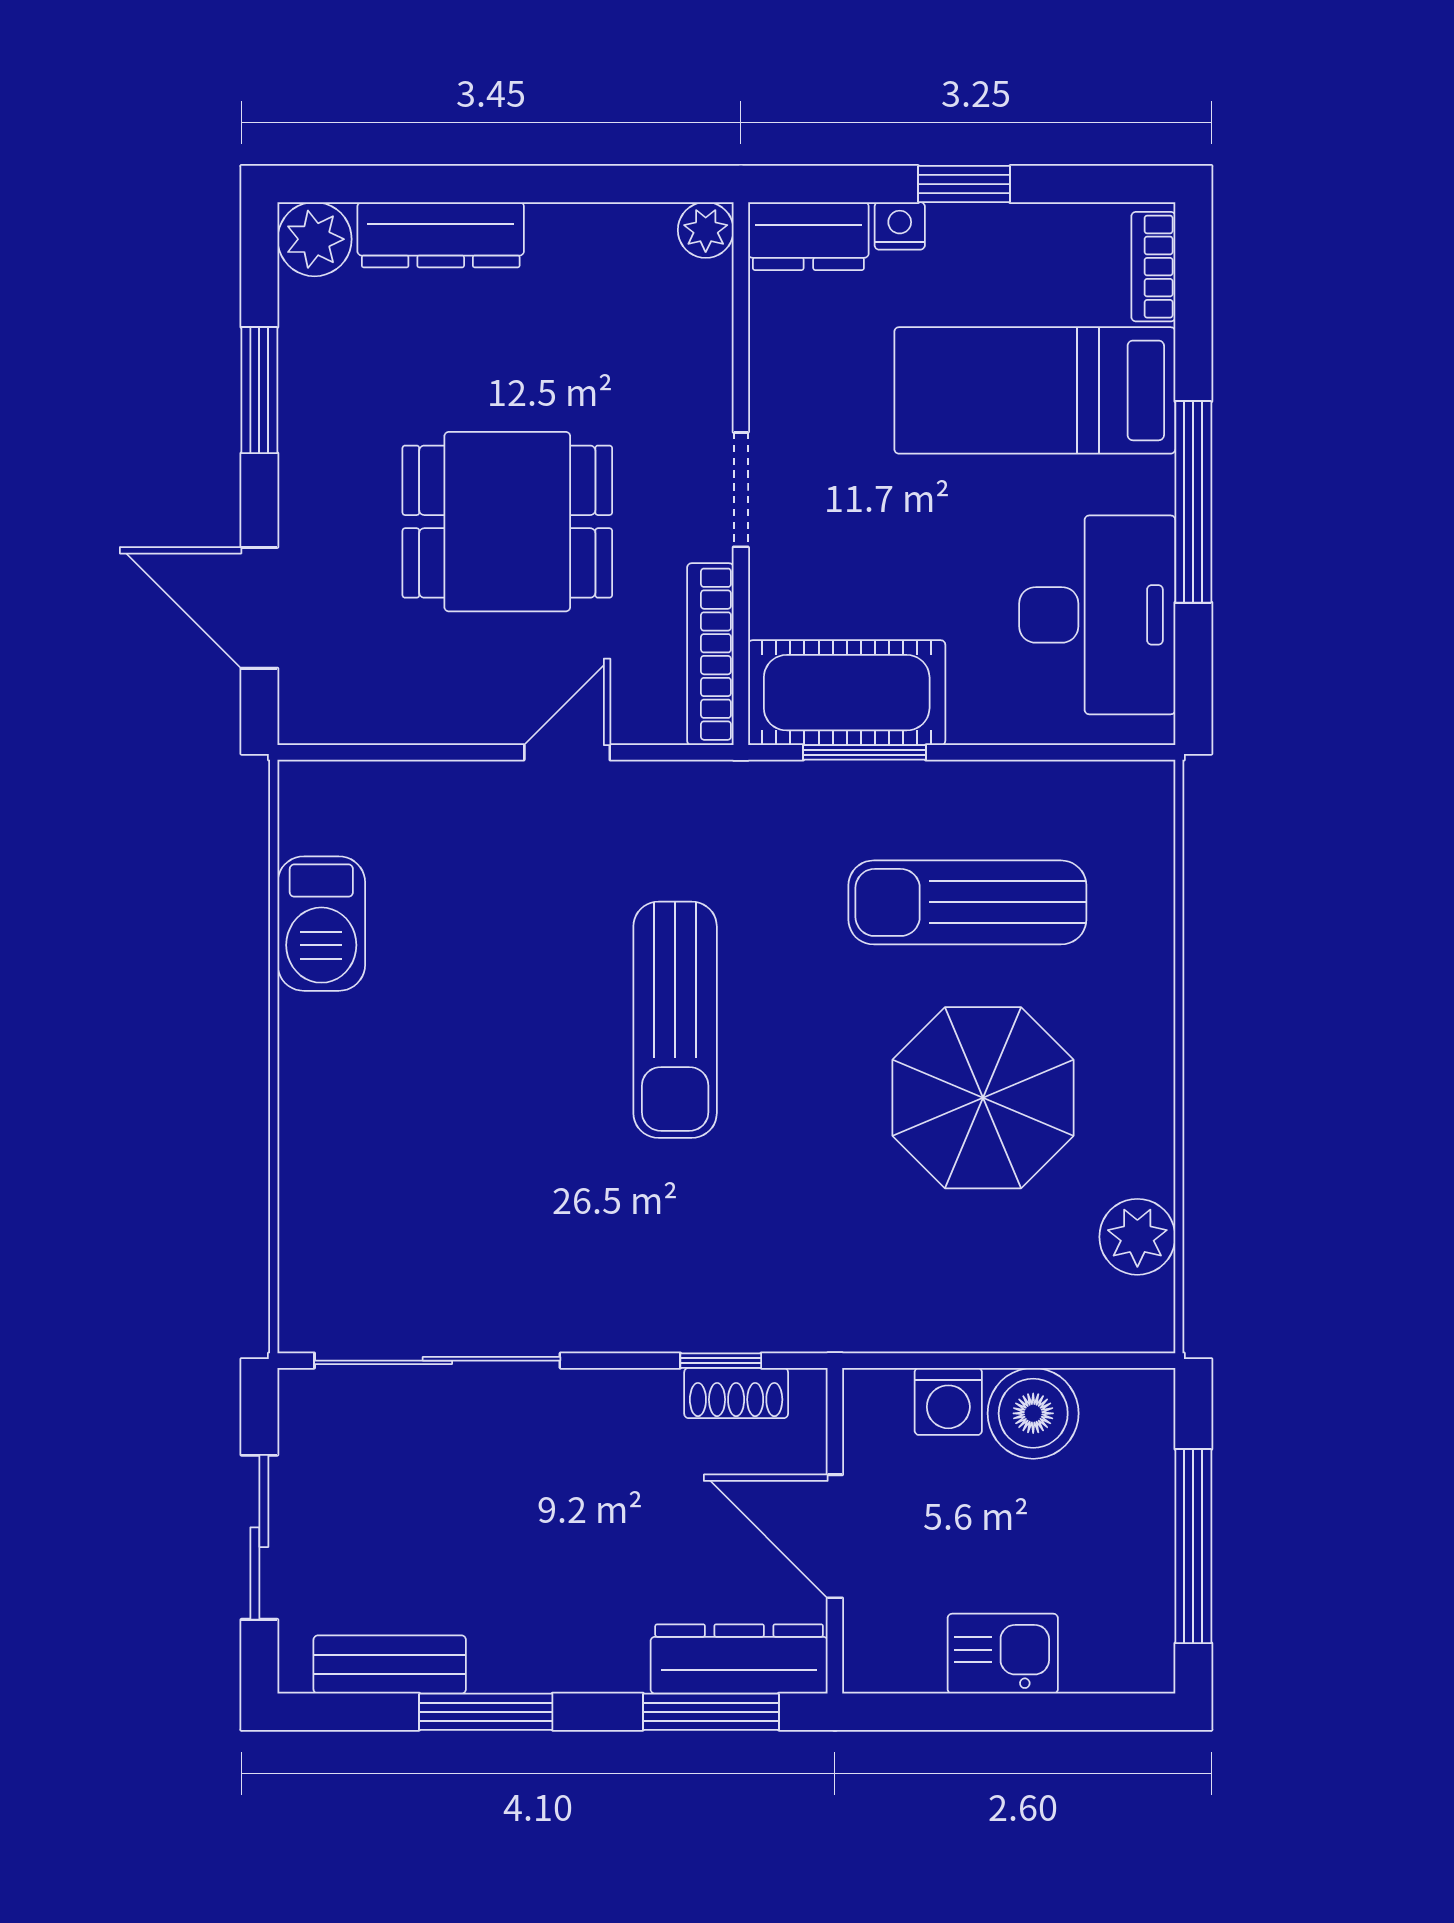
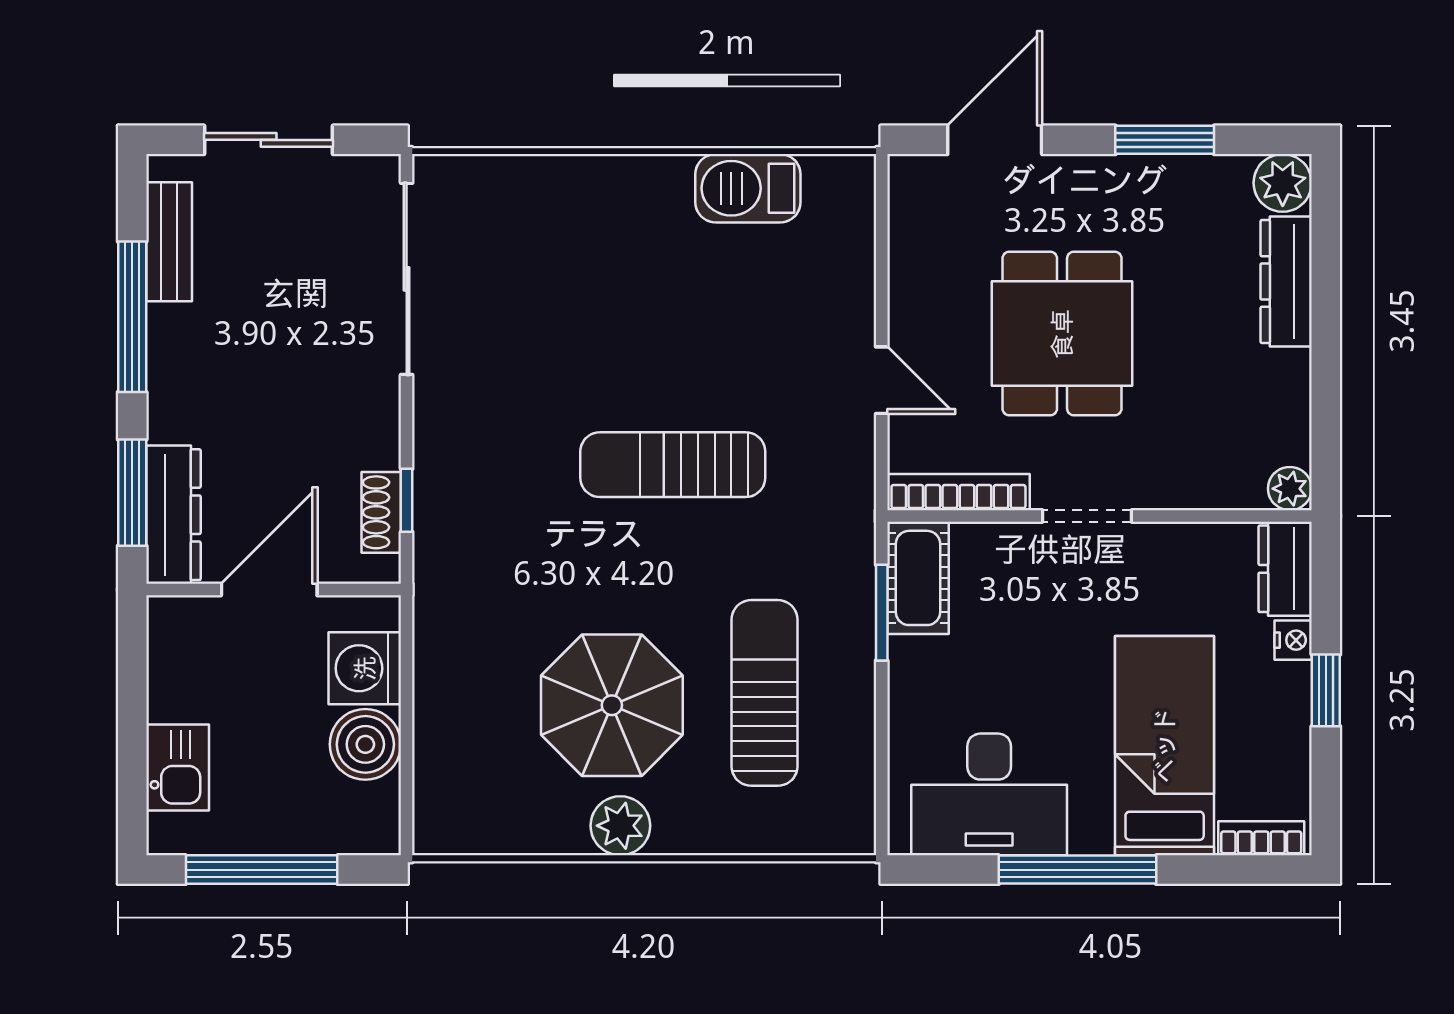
cot: (847, 693) -> (918, 578), width x0.73, depth x0.75
plant: (1137, 1237) -> (620, 826), moved
washing machine: (948, 1401) -> (365, 668), width x1.38, depth x1.38
kitchen sink: (1003, 1654) -> (178, 768), moved
window: (486, 1712) -> (132, 317), width x1.44

